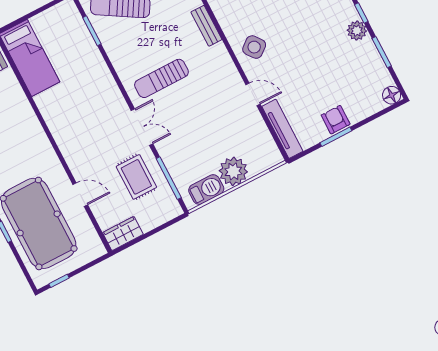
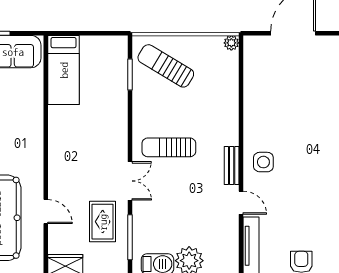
bench: (206, 26) -> (232, 165), moved
side table: (254, 47) -> (263, 162), turned 38

